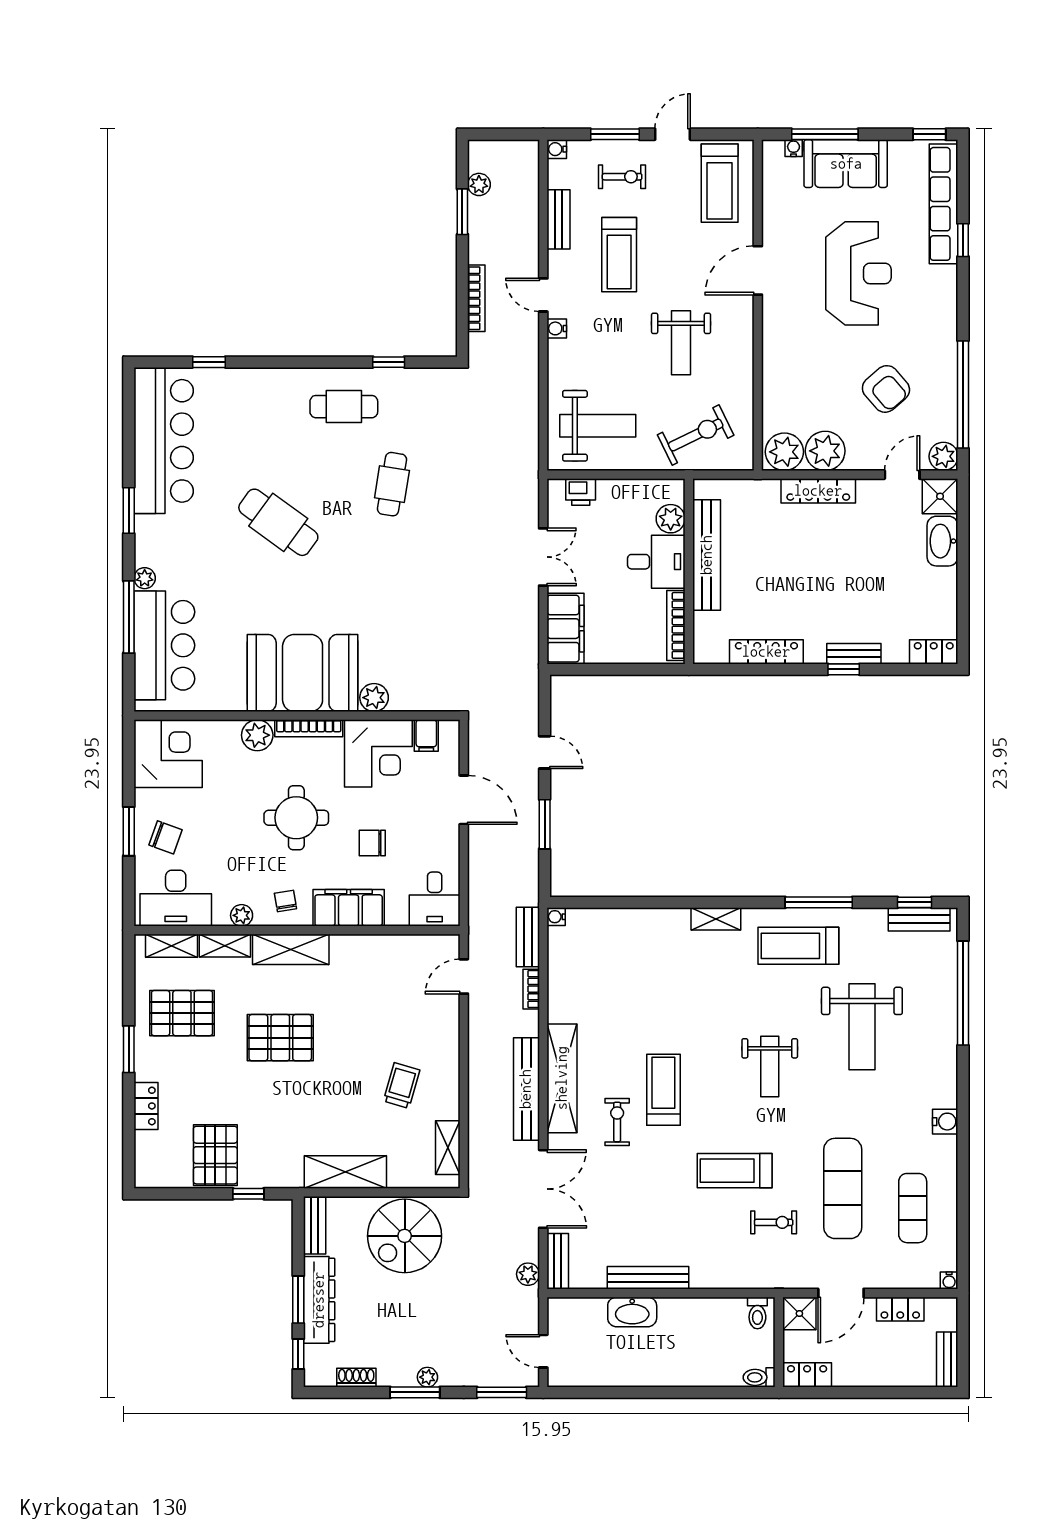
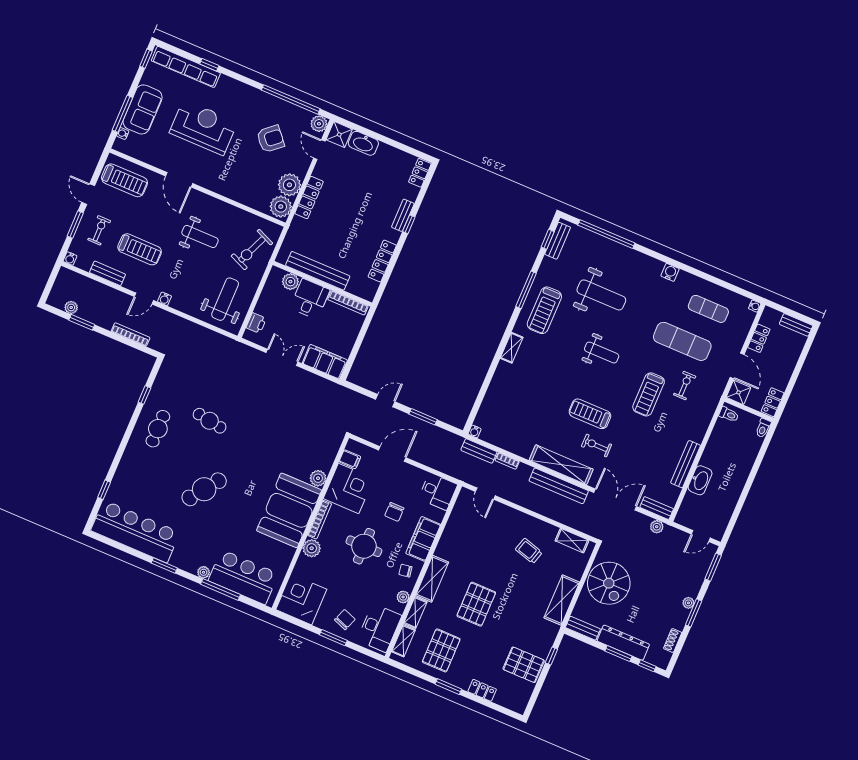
exercise bike: (696, 435) -> (252, 250), turned -131

